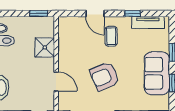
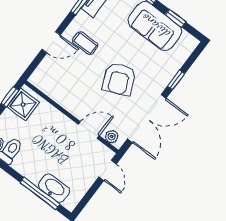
shower: (45, 47) -> (23, 105), moved
plant: (63, 100) -> (112, 137), added

